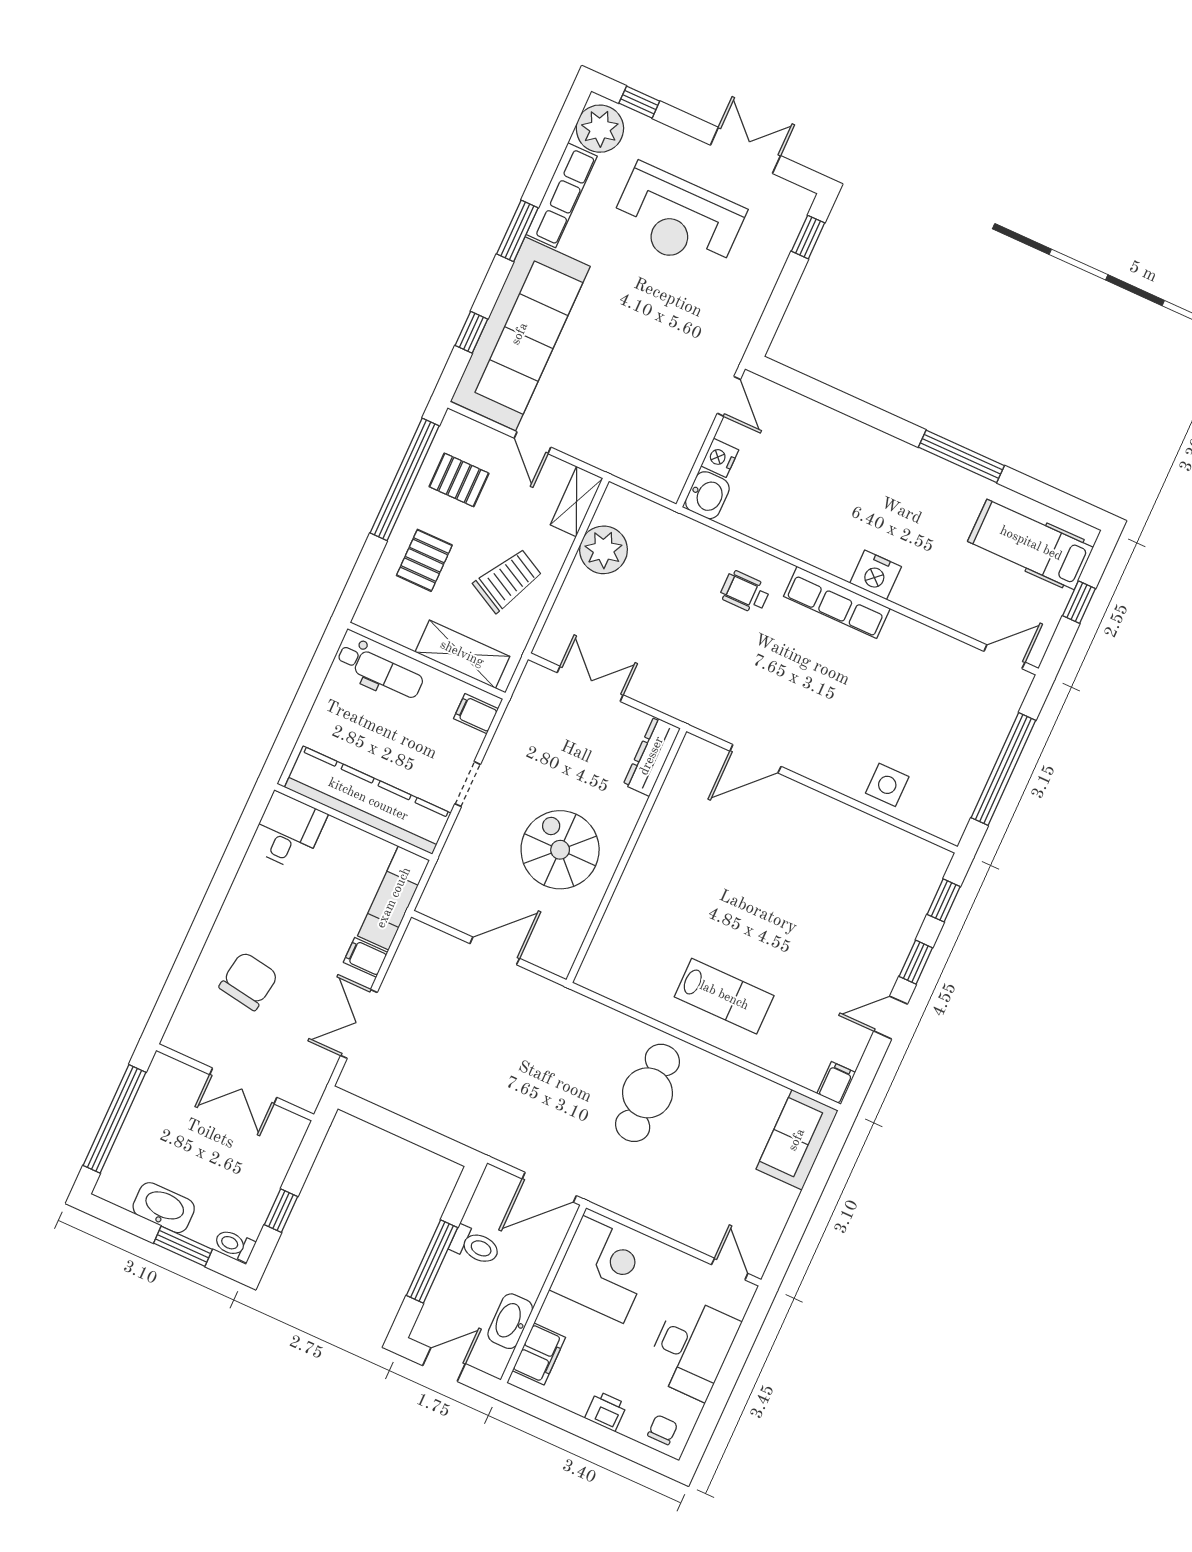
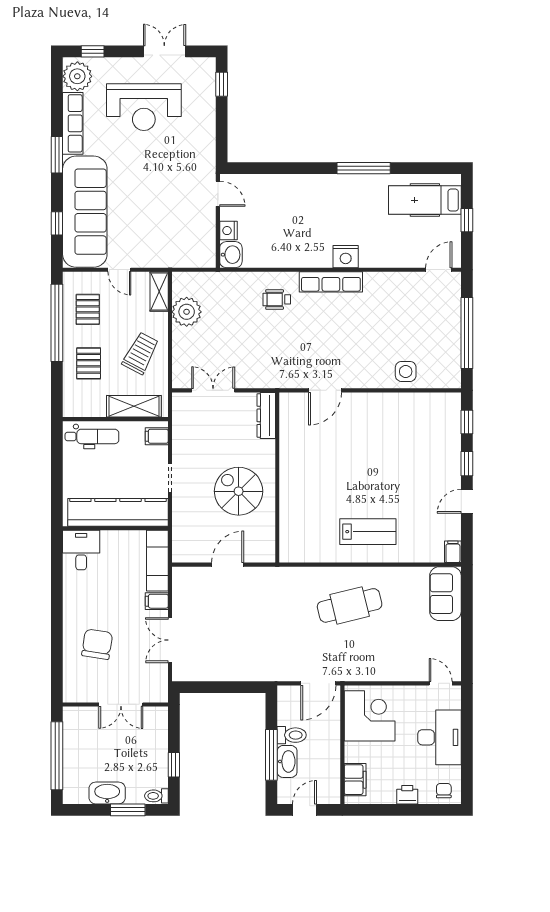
pallet: (459, 480) -> (88, 309), turned 90
cafe table: (647, 1093) -> (350, 605), turned 76
washbasin: (510, 1321) -> (287, 761), moved, turned 180

